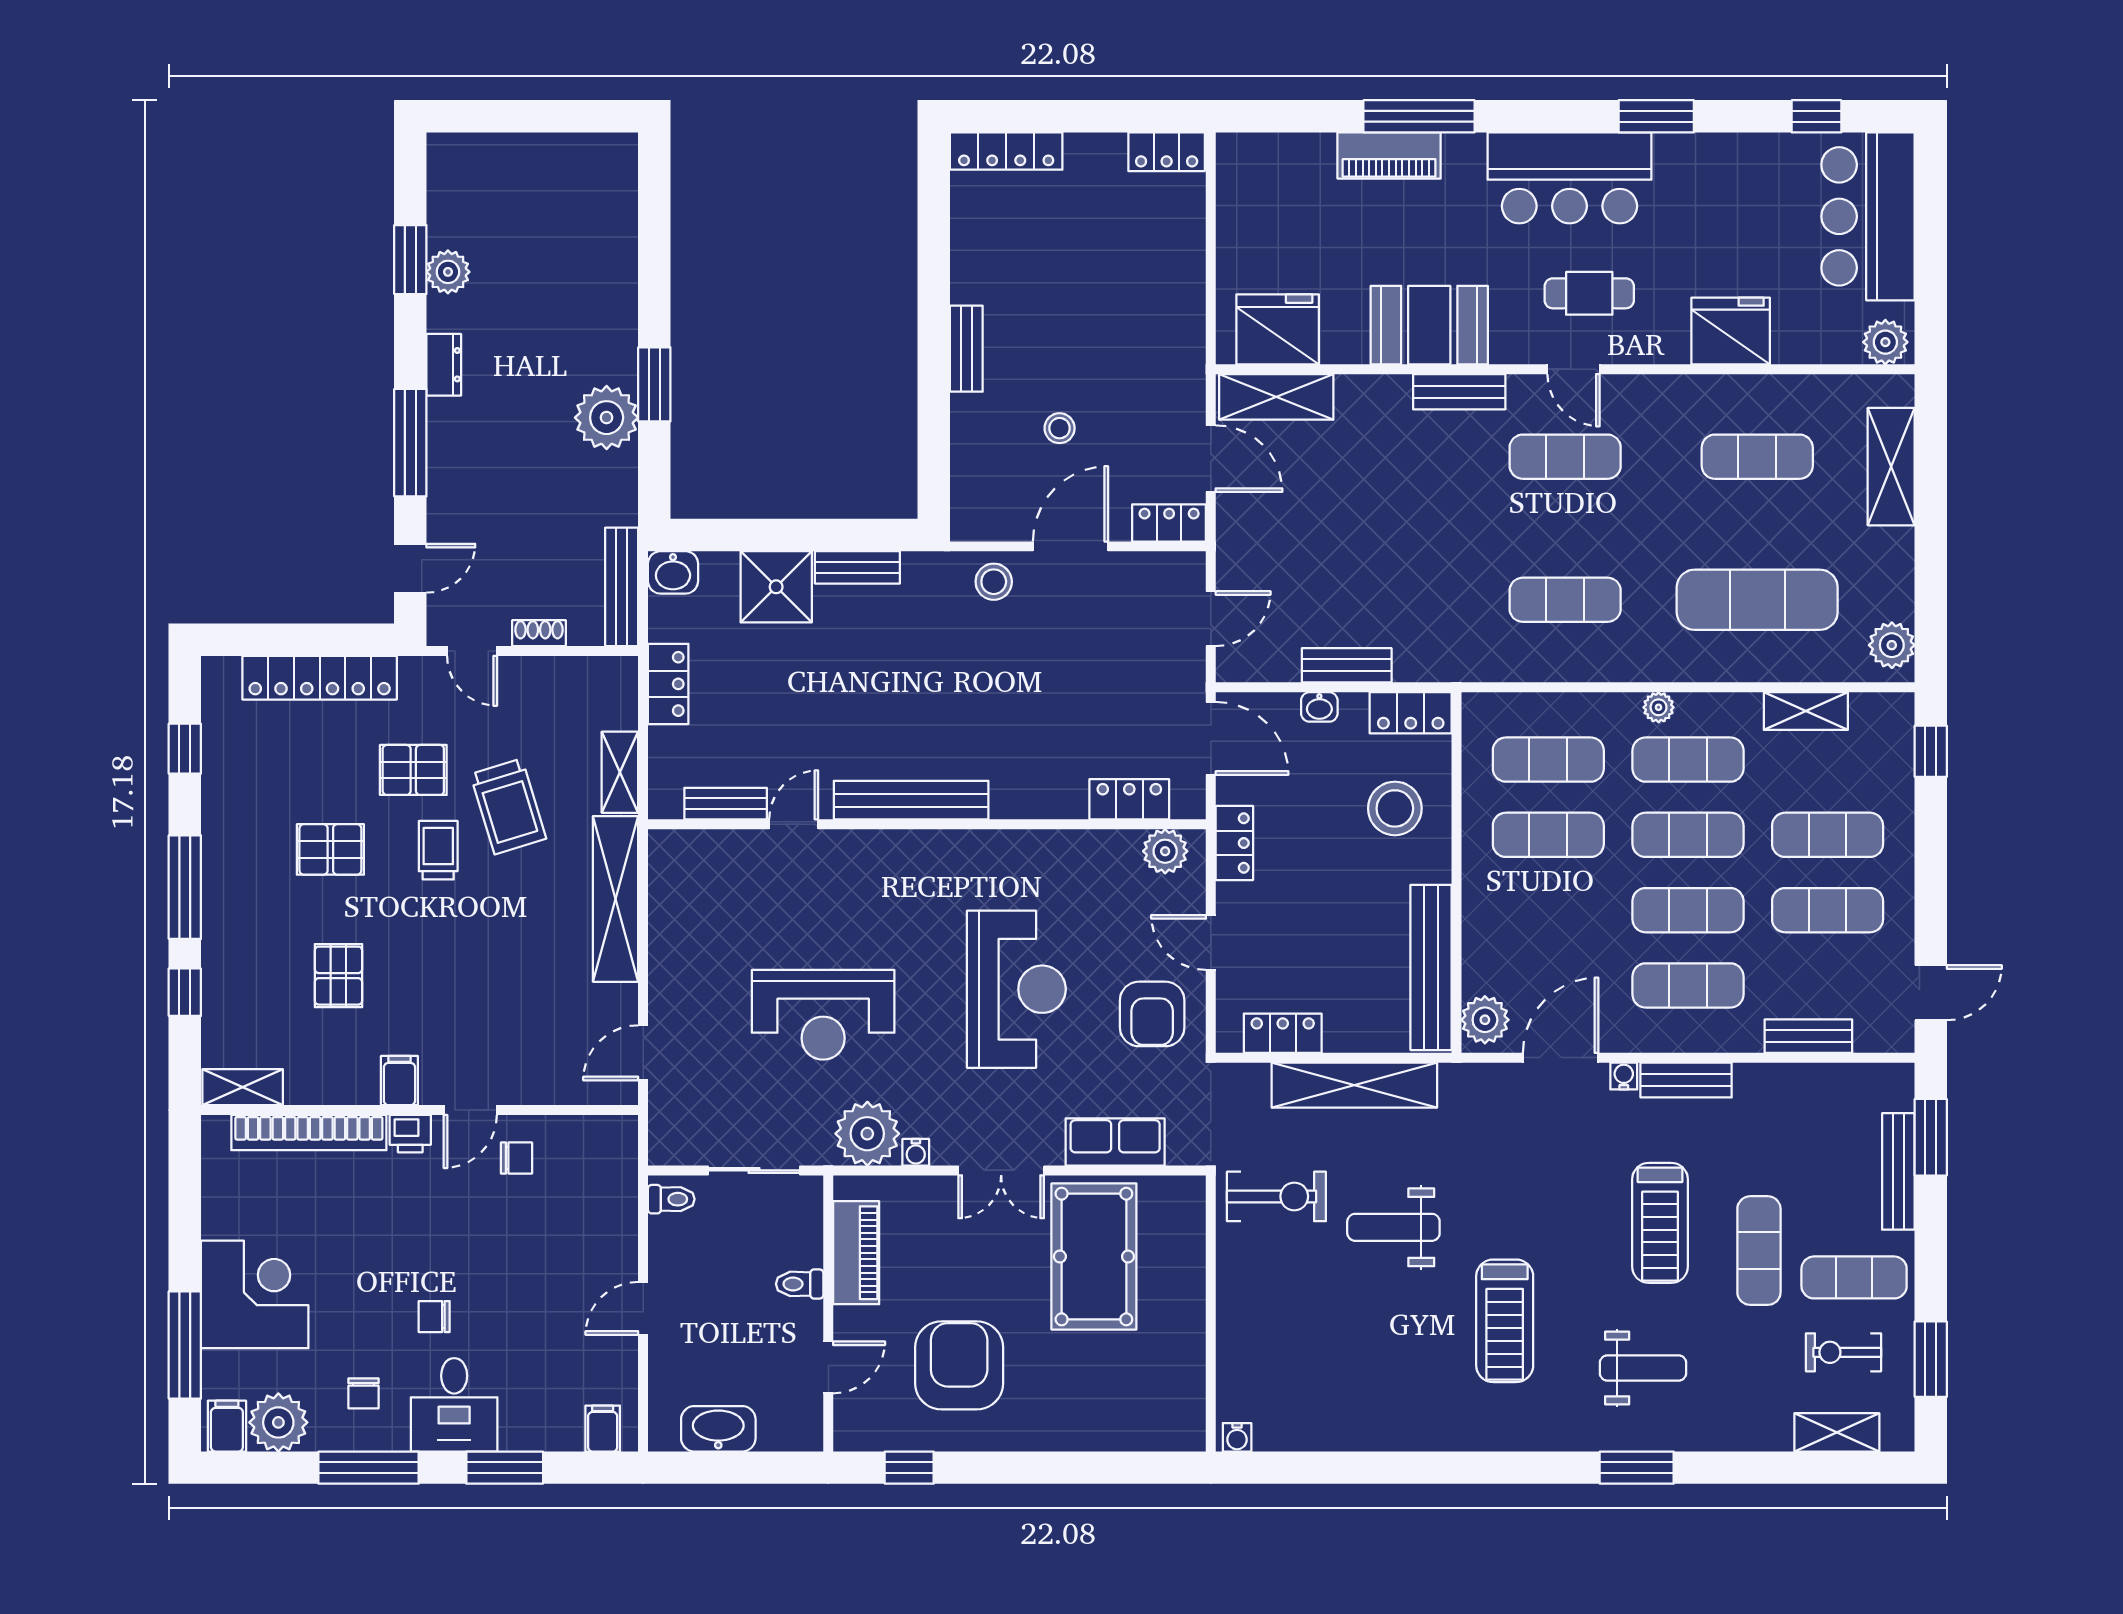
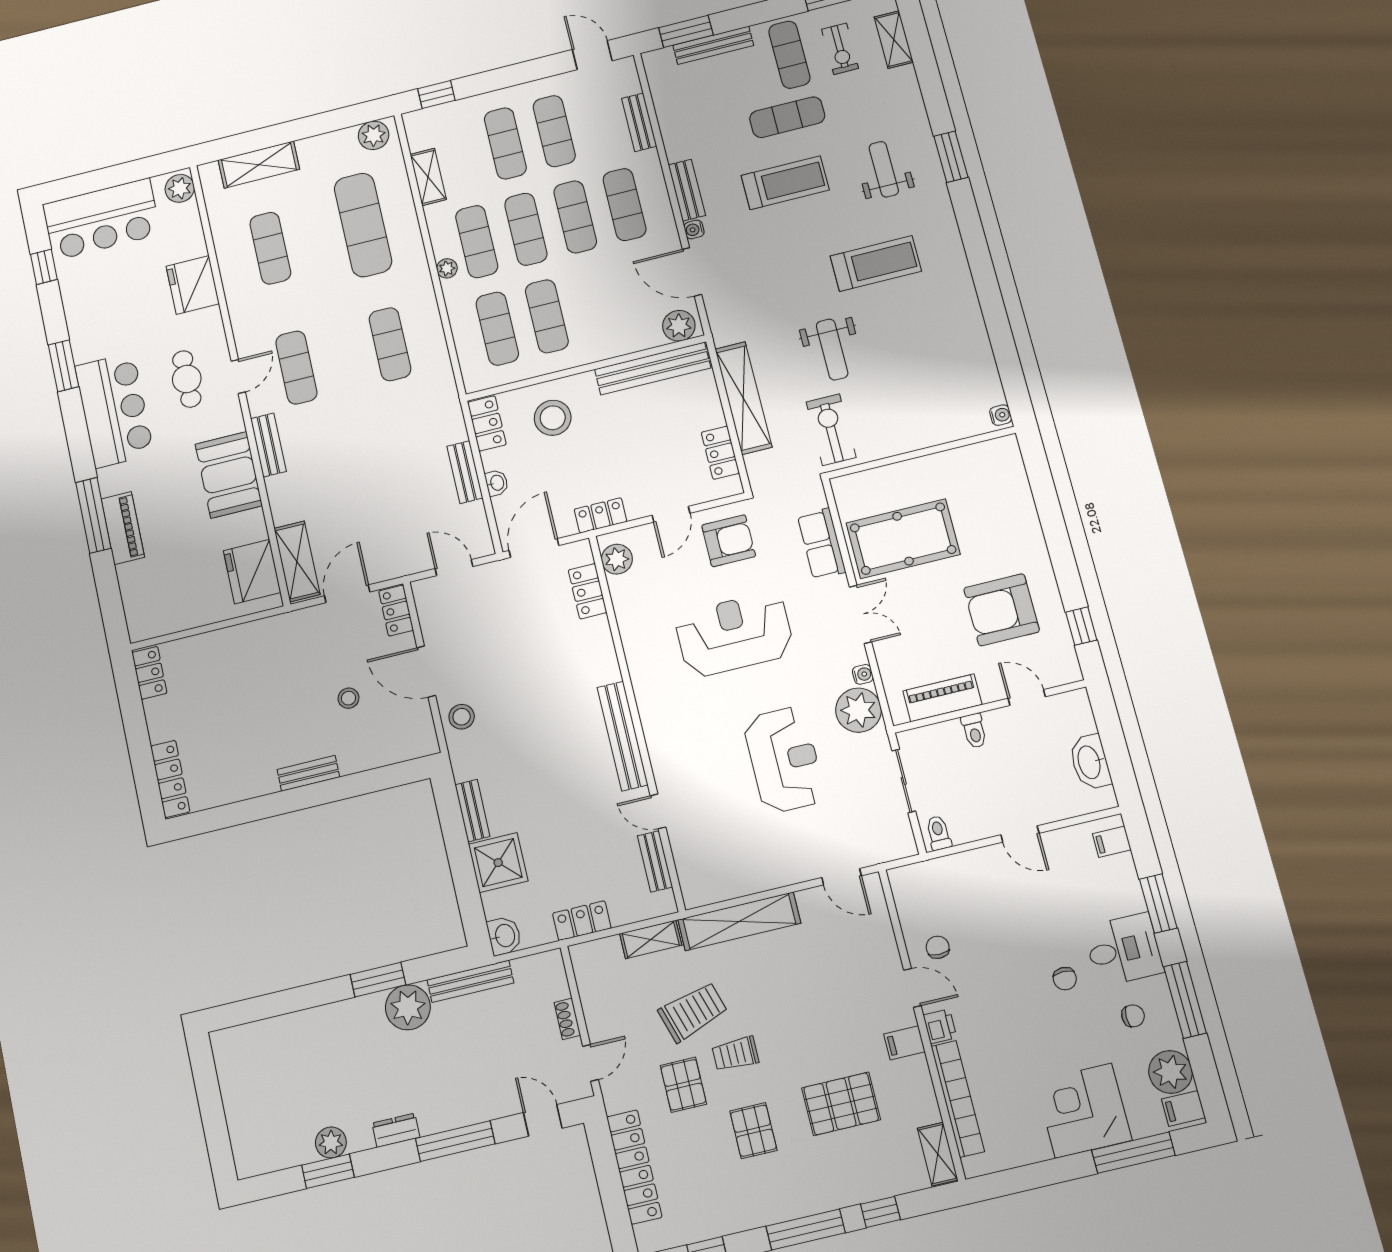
bench: (622, 587) -> (470, 981), moved
pallet: (338, 976) -> (841, 1104), width x1.50, depth x1.42

